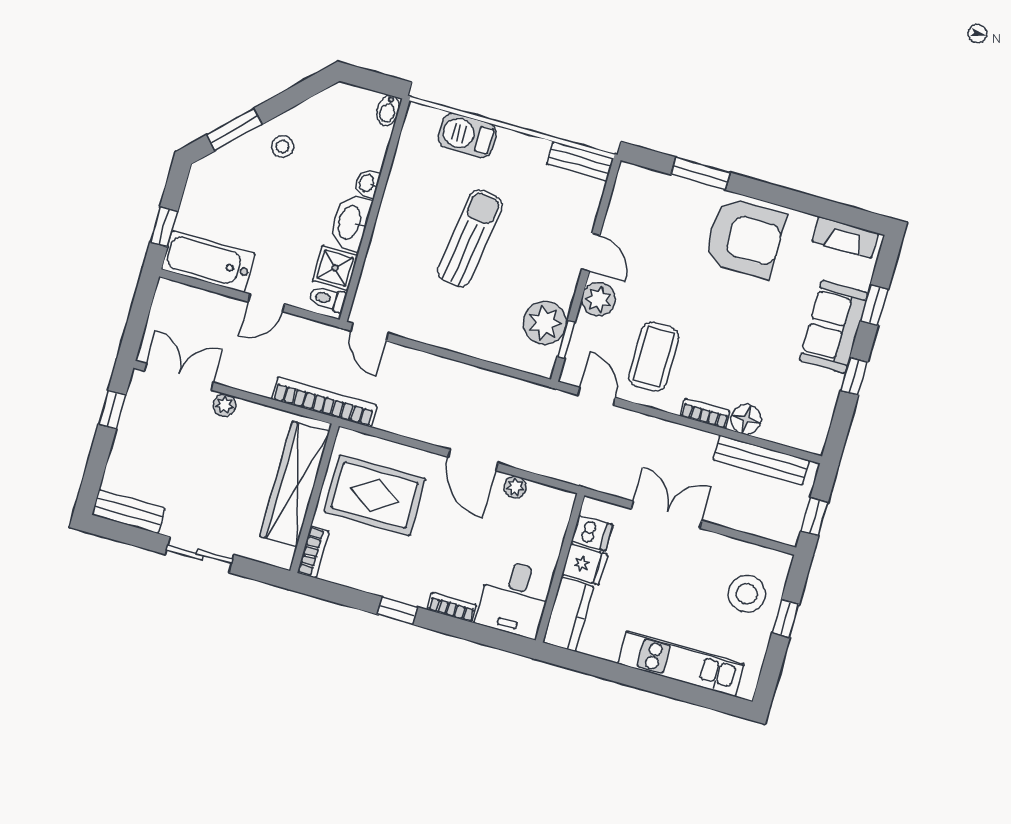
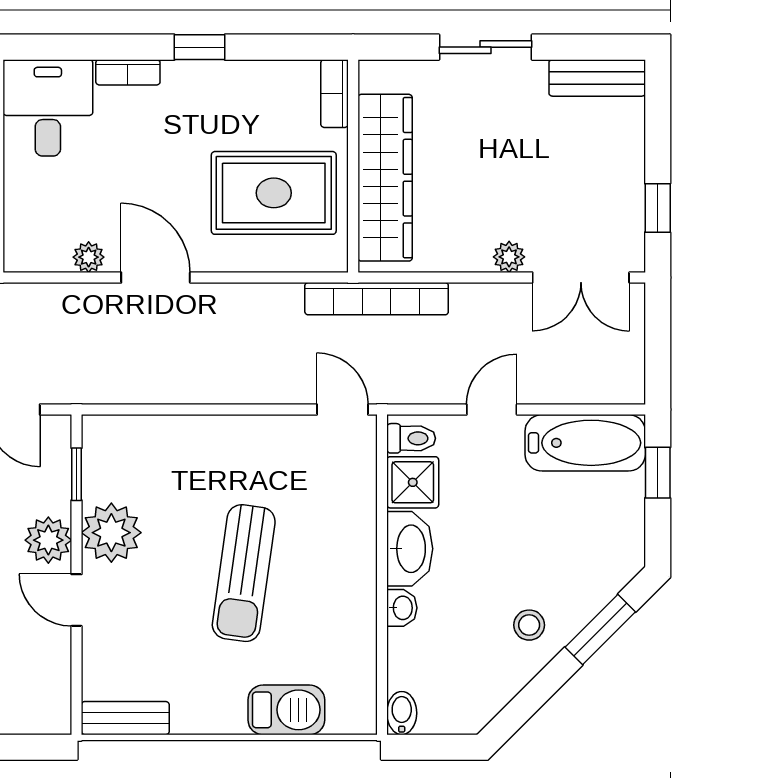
plant: (545, 323) -> (111, 533), moved

